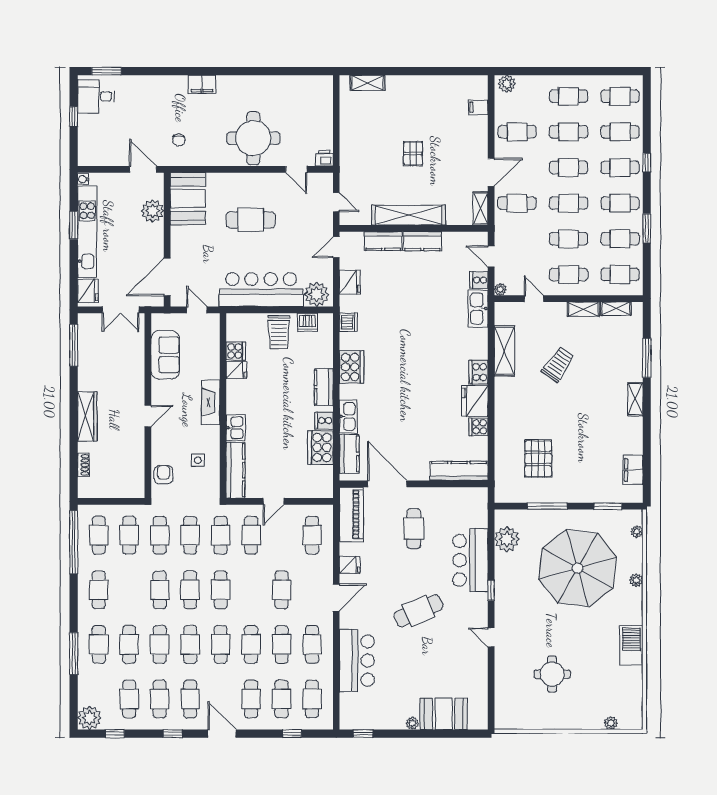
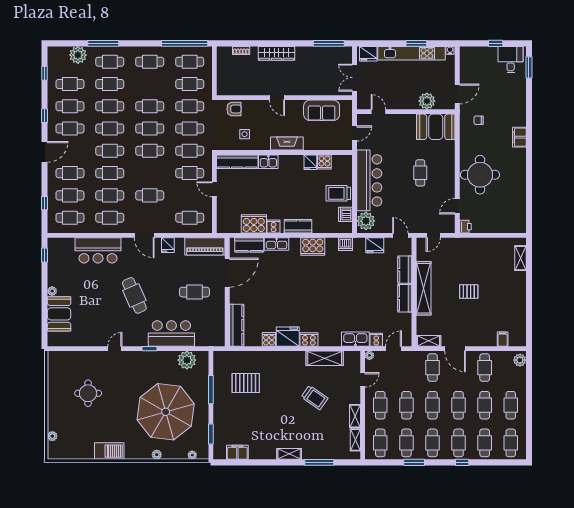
cafe table: (251, 220) -> (420, 173), width x0.73, depth x0.74
door: (167, 277) -> (379, 112), width x0.53
plant: (90, 718) -> (78, 55), moved

